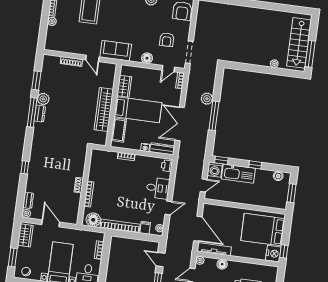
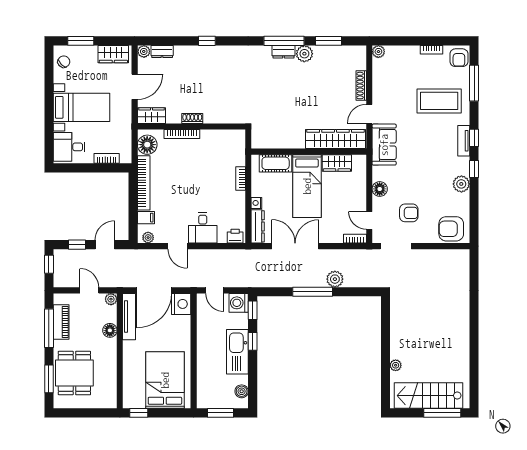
plant: (52, 21) -> (378, 52), moved
armchair: (167, 40) -> (409, 213), turned 180
window: (310, 54) -> (442, 413), moved
wardrobe: (104, 110) -> (335, 139), moved
window: (255, 165) -> (253, 341), moved
kitchen sink: (238, 174) -> (237, 352), moved
wardrobe: (73, 214) -> (152, 116), added
nightstand: (273, 254) -> (181, 304), moved, turned -90

